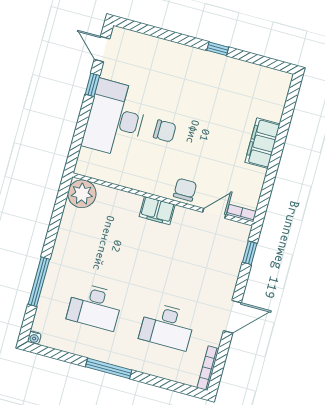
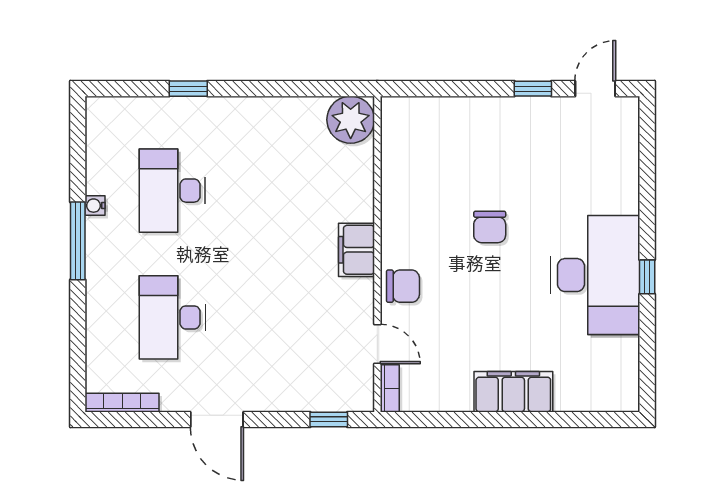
desk: (115, 118) -> (595, 275), moved, turned 90
window: (39, 282) -> (188, 89), width x0.46
water cooler: (34, 338) -> (95, 206), moved

